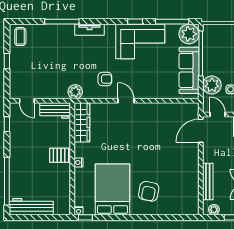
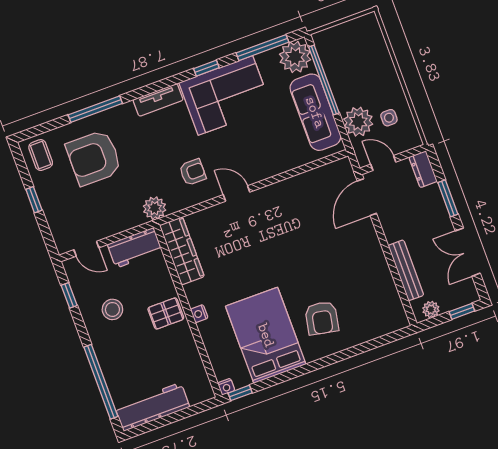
tv unit: (89, 30) -> (158, 100), moved
armchair: (51, 50) -> (94, 158), added
stool: (29, 142) -> (112, 309), added

